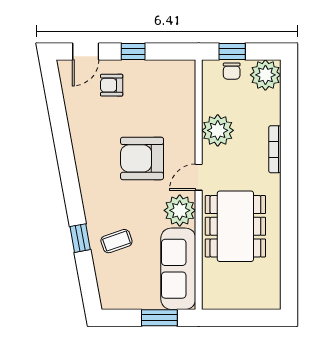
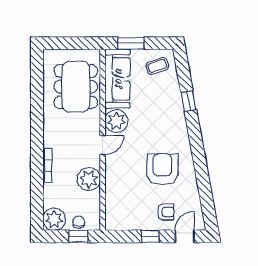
armchair: (142, 158) -> (162, 169), moved, turned -90
dining table: (235, 226) -> (76, 87), moved
coffee table: (116, 241) -> (157, 66), moved

